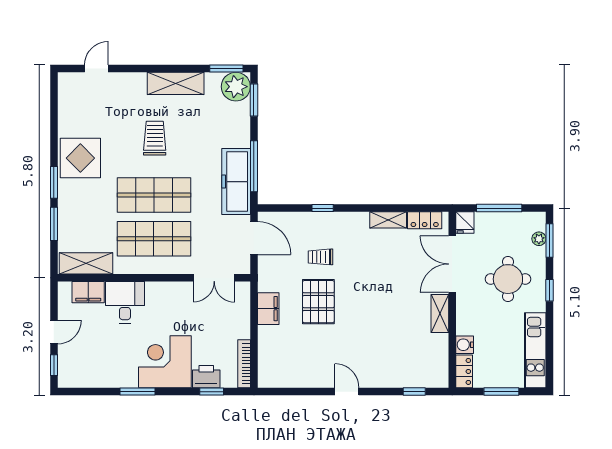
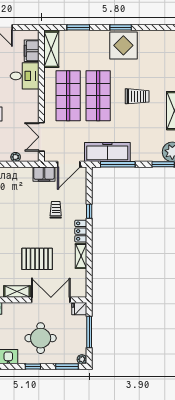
window: (54, 182) -> (121, 27), moved
locker: (425, 220) -> (81, 231), moved
plant: (539, 239) -> (82, 359), moved
pallet: (318, 302) -> (37, 259), moved
filing cabinet: (268, 309) -> (44, 174), moved
plant: (243, 316) -> (16, 157), added

